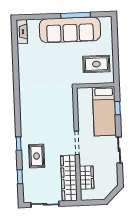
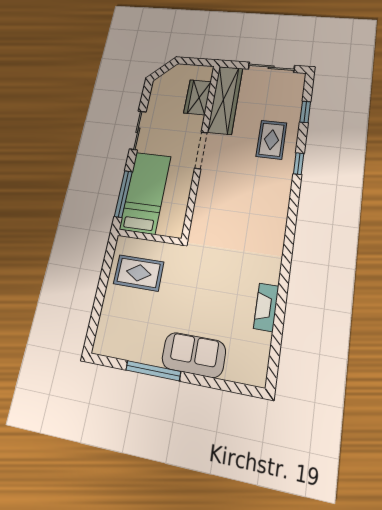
sofa: (70, 30) -> (194, 355), width x0.54, depth x0.79
fireplace: (22, 32) -> (266, 307), moved
window: (118, 108) -> (123, 194), width x2.17

